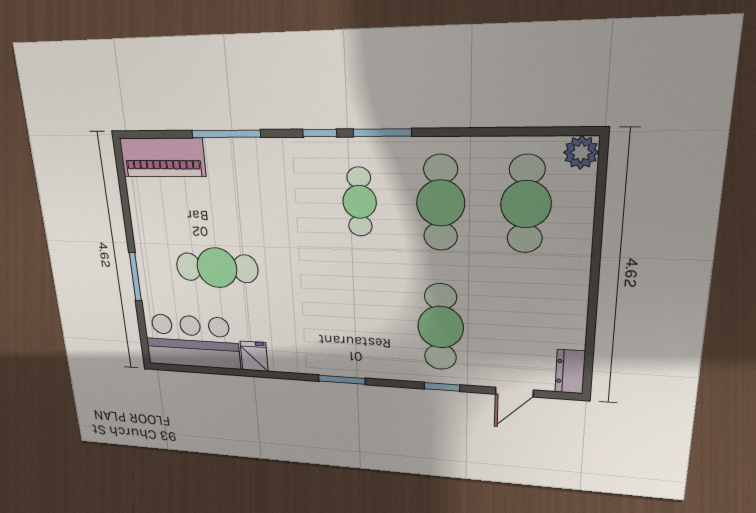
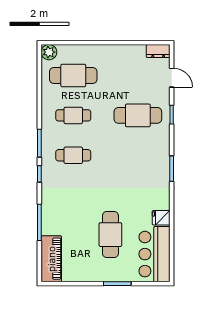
cafe table: (441, 203) -> (73, 115), width x0.73, depth x0.74

